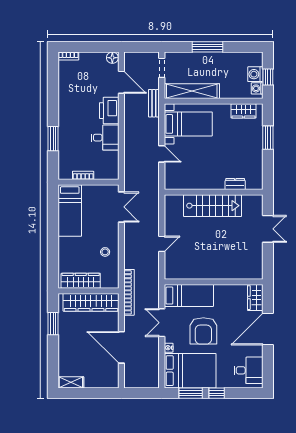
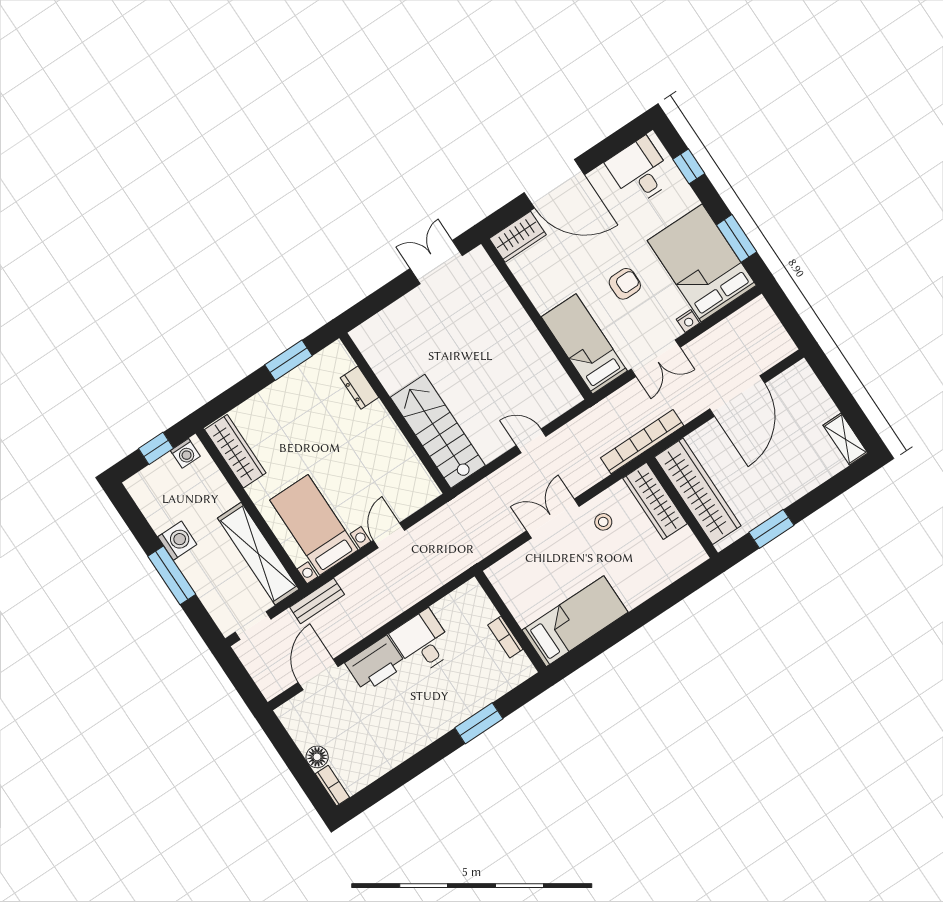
floor lamp: (112, 58) -> (317, 757), moved
washing machine: (255, 74) -> (177, 541), moved, turned -90
wardrobe: (244, 111) -> (235, 451), width x1.50
window: (268, 138) -> (289, 360), moved
stairs: (213, 206) -> (438, 431), moved
double door: (121, 207) -> (553, 519), moved
double door: (268, 229) -> (436, 262), moved
wardrobe: (81, 281) -> (655, 501), moved
armchair: (203, 331) -> (625, 284), width x0.53, depth x0.53
window: (217, 393) -> (689, 166), moved

